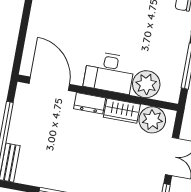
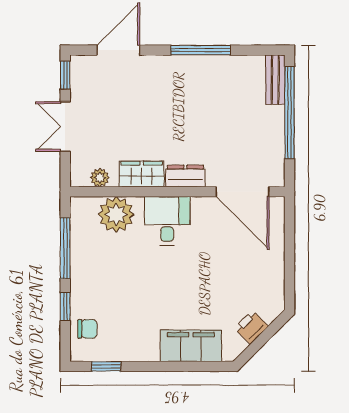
desk: (109, 73) -> (167, 221), width x0.73
plant: (152, 120) -> (100, 178), width x0.53, depth x0.53

